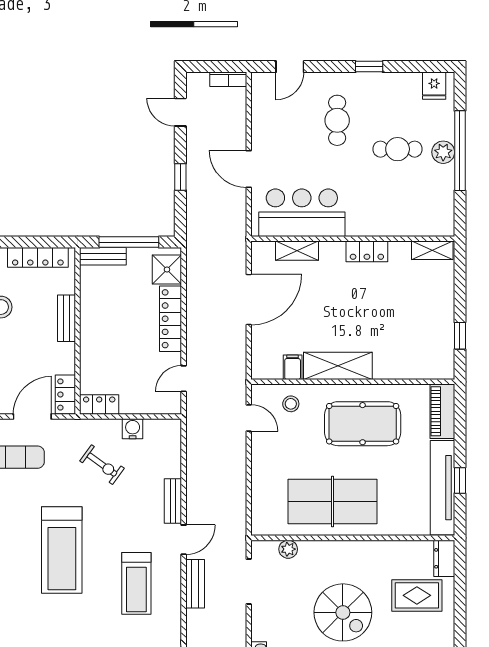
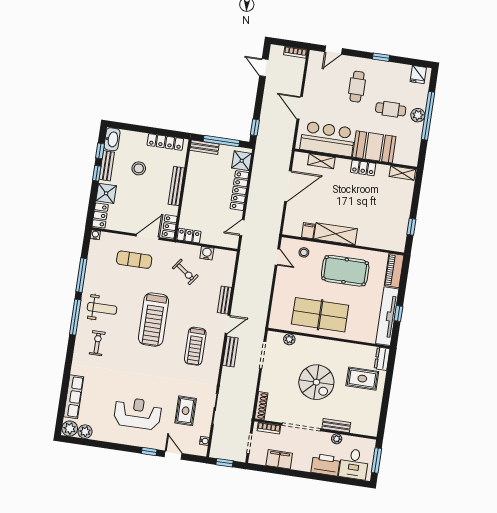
window: (180, 177) -> (255, 127), moved
booth: (380, 214) -> (374, 147), added
bench: (66, 318) -> (176, 186), width x1.36

